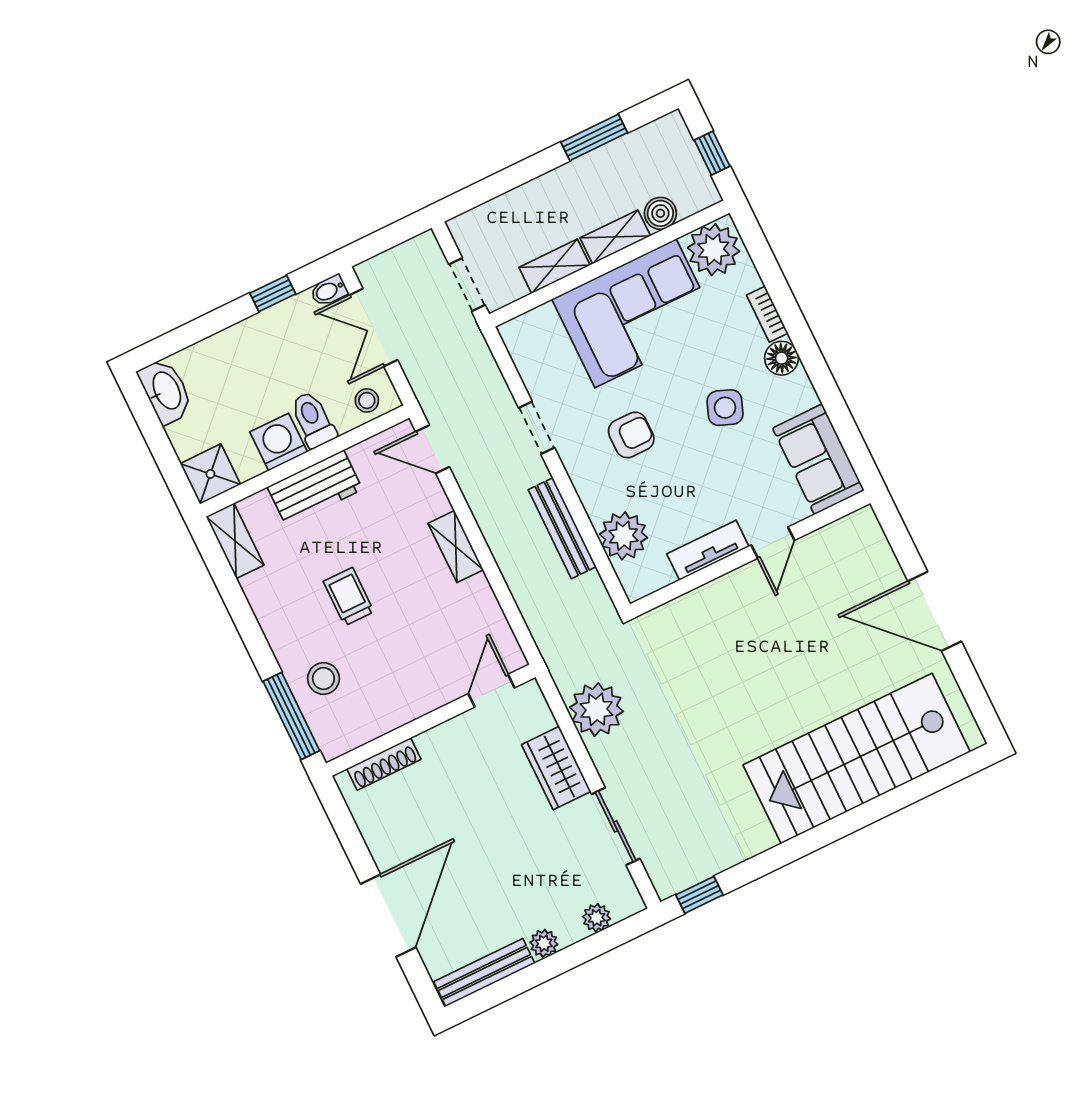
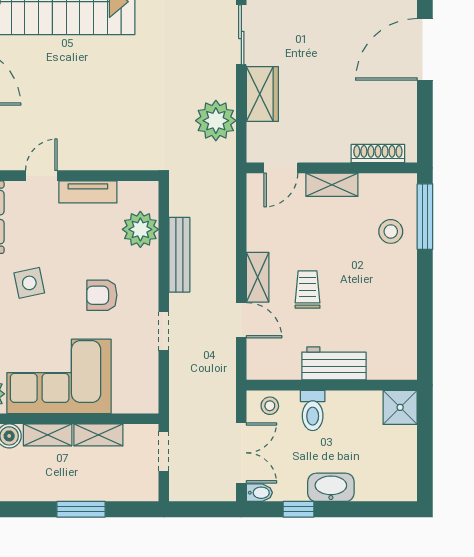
window: (594, 137) -> (81, 509), moved
washbasin: (166, 391) -> (331, 487), moved, turned 90
side table: (725, 408) -> (29, 283), turned -33
washing machine: (279, 442) -> (343, 407), removed
door: (433, 449) -> (241, 320), moved
shelving: (235, 541) -> (332, 185), moved, turned 90
trolley: (349, 597) -> (308, 290), moved, turned 180

